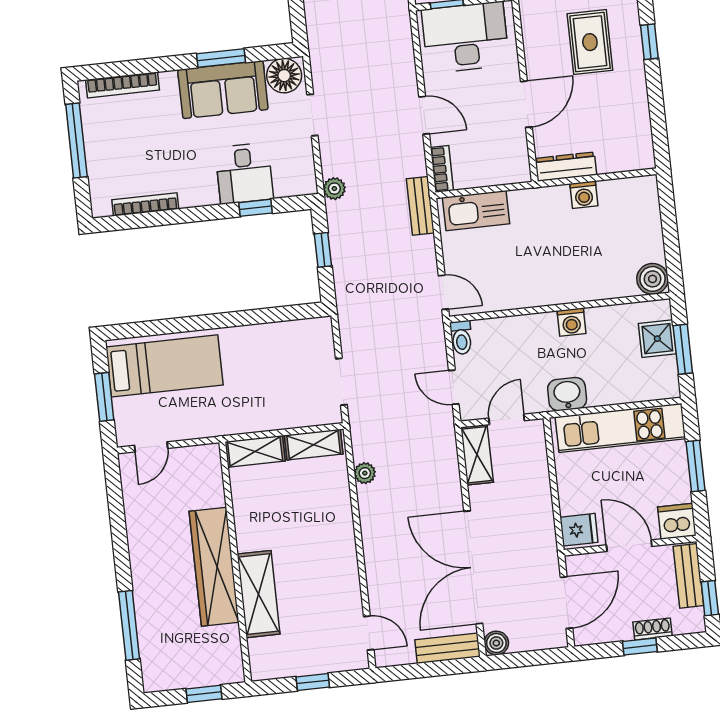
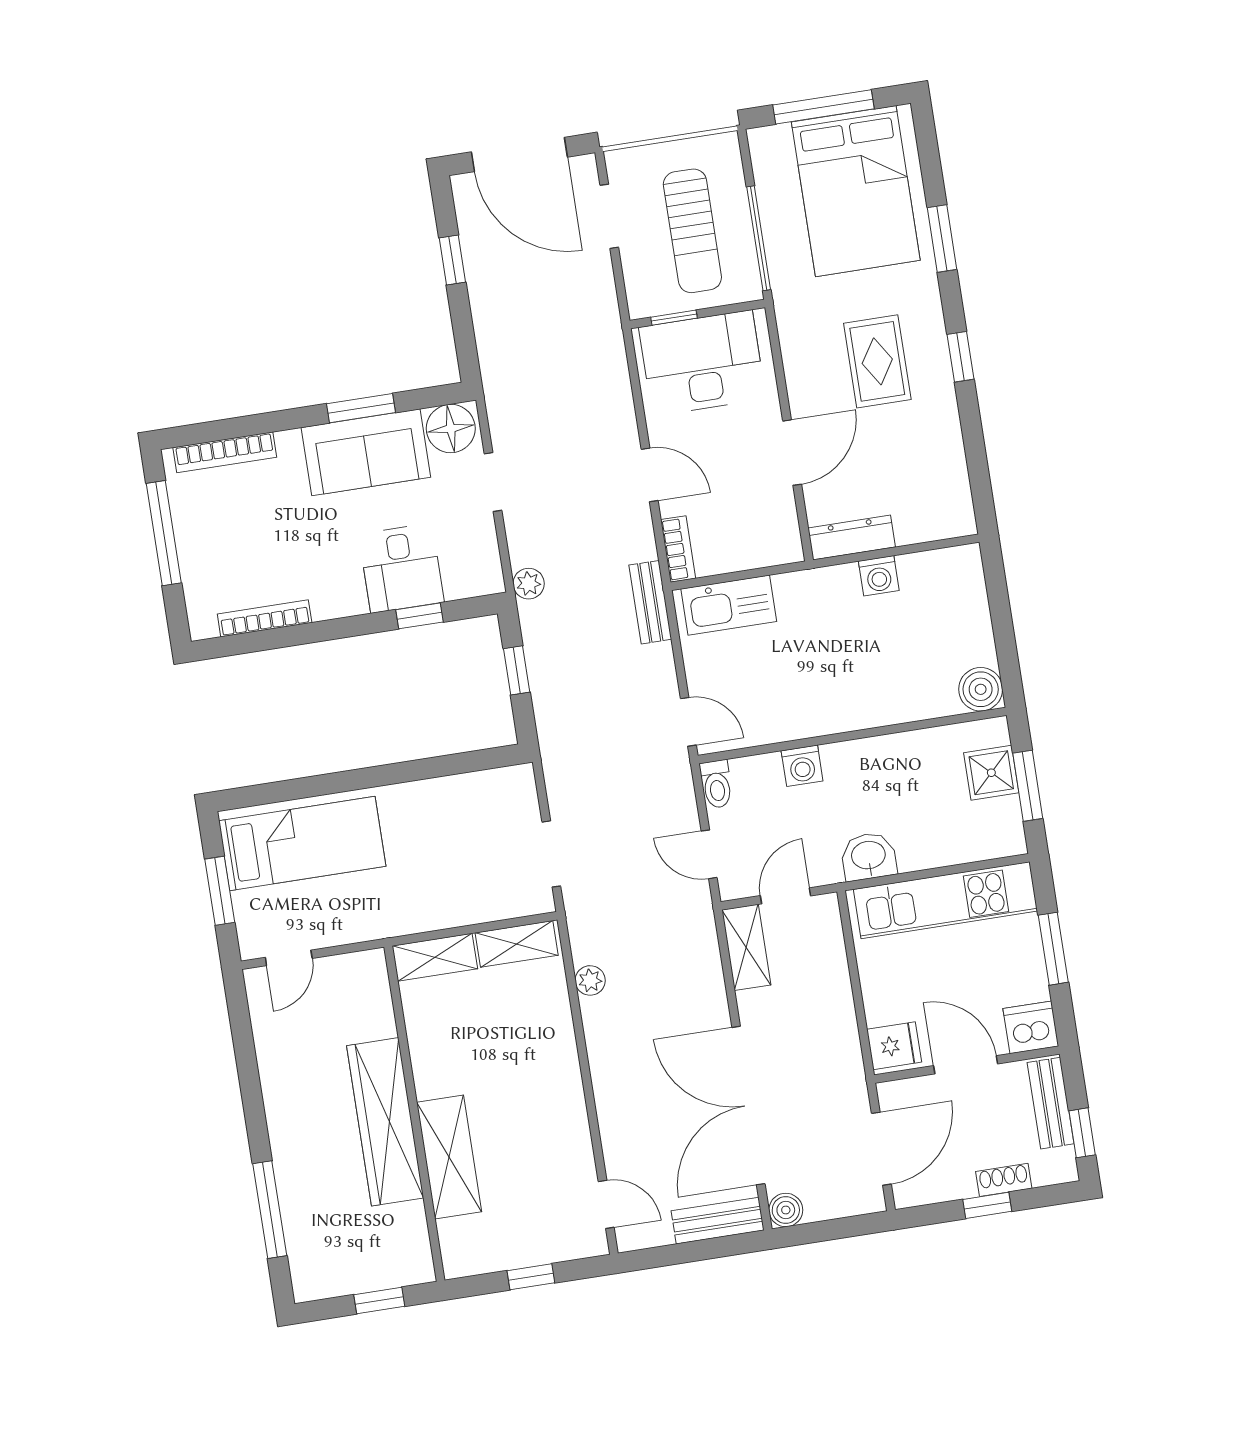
washing machine: (571, 322) -> (802, 766), moved

